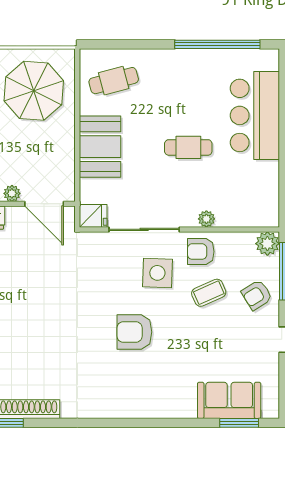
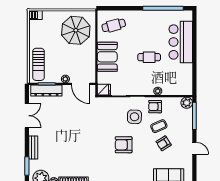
armchair: (257, 295) -> (164, 143), moved

